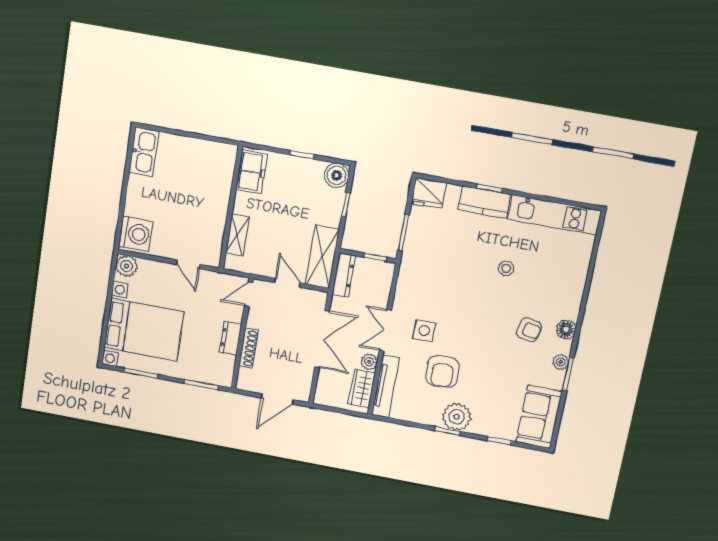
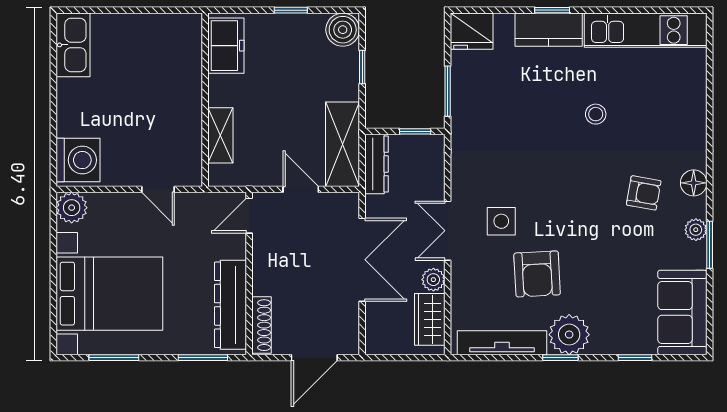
dresser: (230, 338) -> (230, 305), width x1.96, depth x1.24
shoe rack: (249, 348) -> (262, 325), moved
tv unit: (386, 386) -> (502, 343), moved, turned -90

